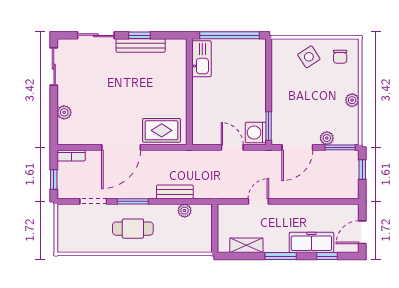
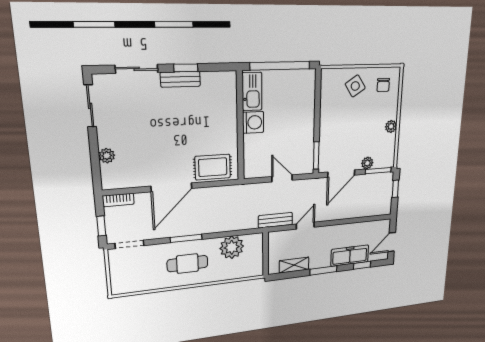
bench: (141, 45) -> (180, 79), width x0.73
washing machine: (256, 133) -> (253, 122), moved, turned 180
bench: (175, 192) -> (275, 220), moved
doorway: (93, 201) -> (129, 244), moved
plant: (185, 211) -> (232, 247), width x1.88, depth x1.88

